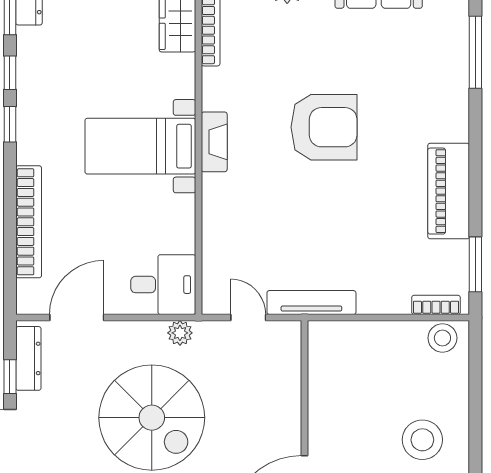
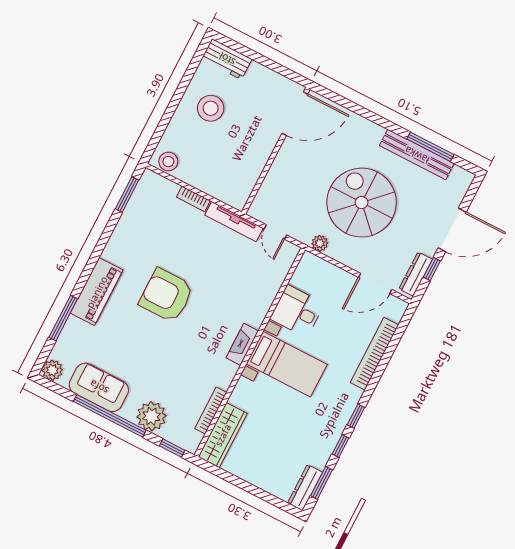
armchair: (324, 127) -> (166, 295), moved
piano: (449, 191) -> (97, 292), moved
desk: (163, 285) -> (297, 311), moved
bookcase: (436, 305) -> (193, 199), moved

